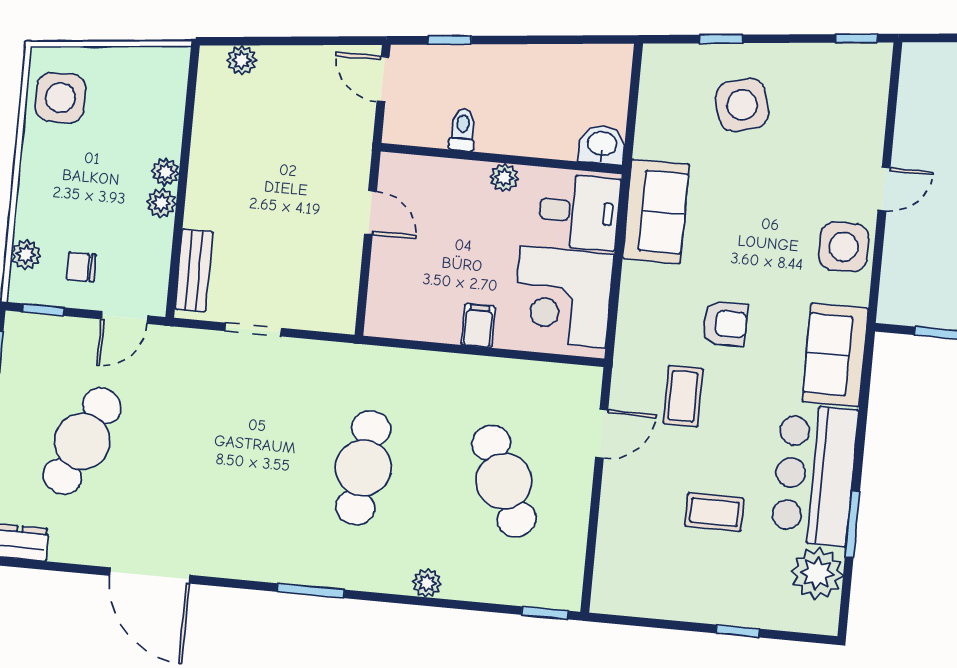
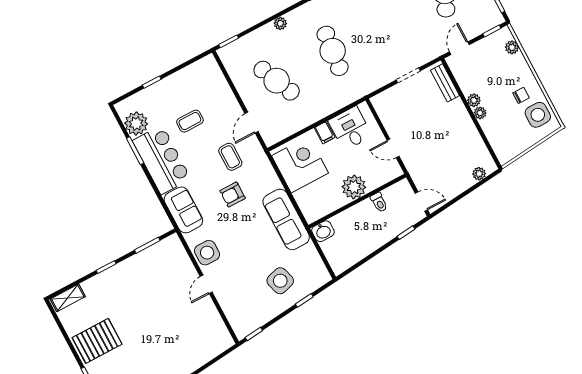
plant: (504, 178) -> (354, 187), width x1.87, depth x1.87
sofa: (656, 211) -> (286, 219), width x1.36
desk: (579, 212) -> (350, 128), moved, turned 90
chair: (81, 267) -> (521, 95), moved

